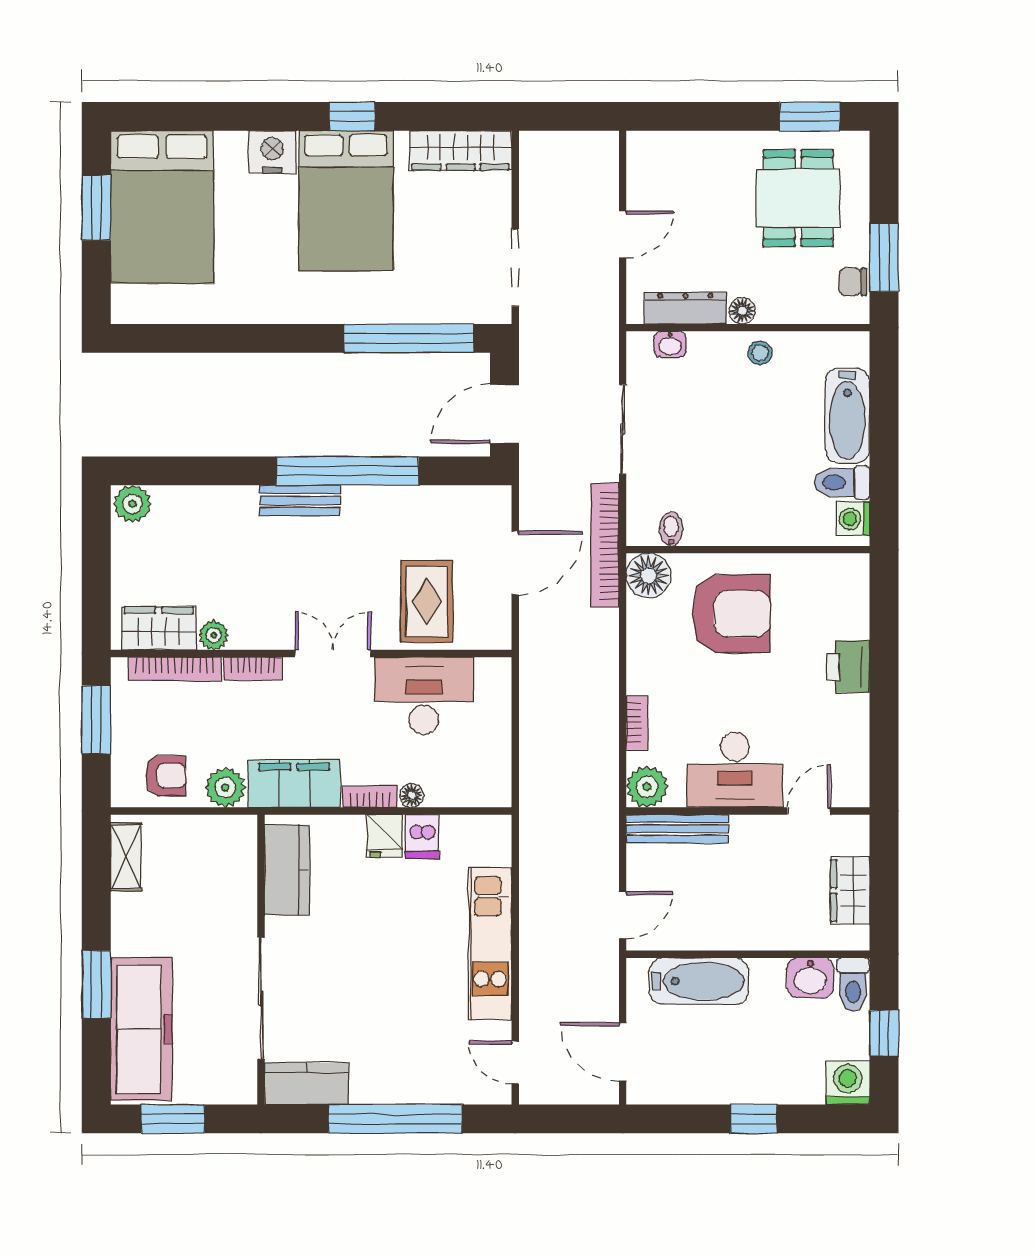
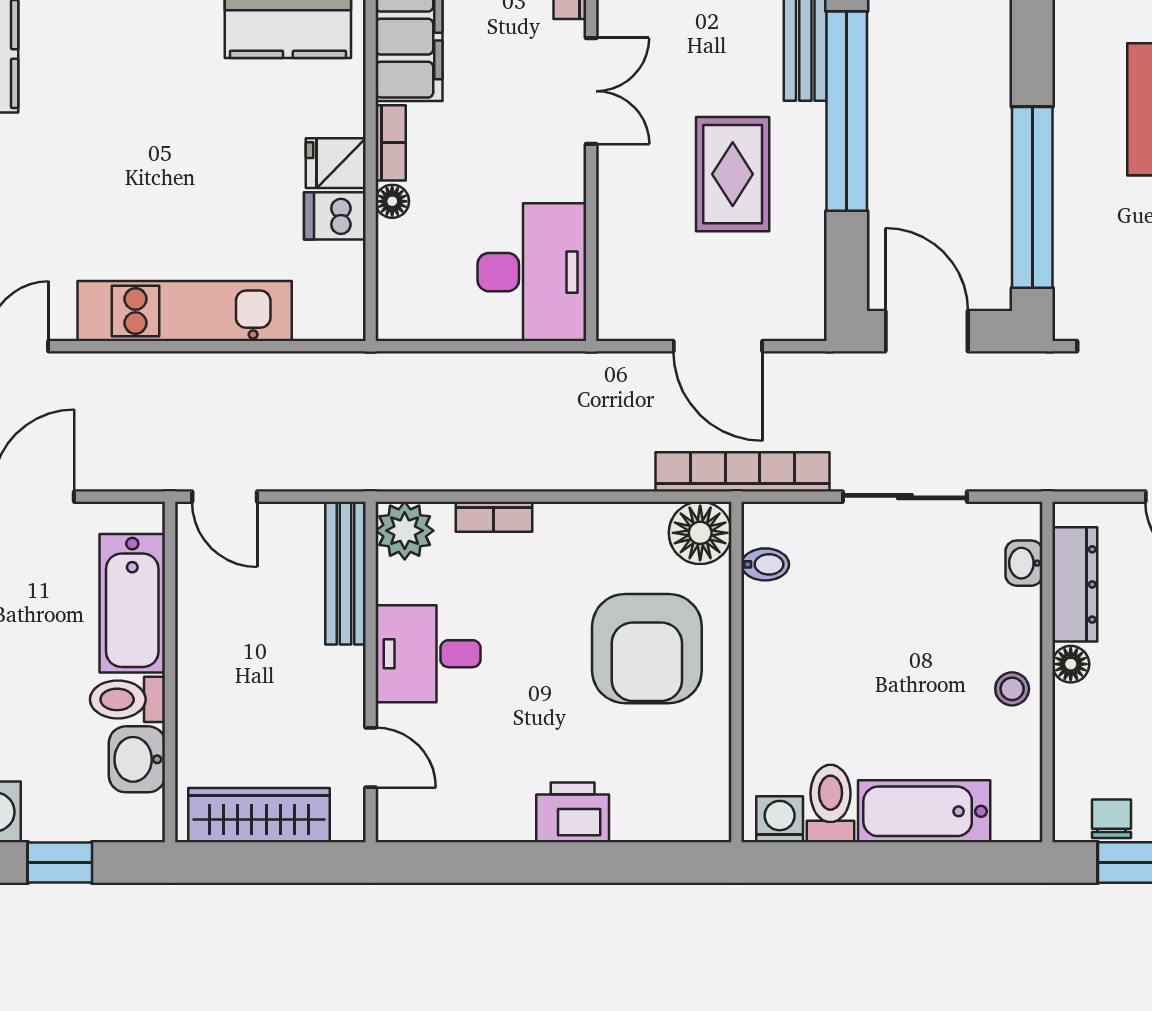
rug: (427, 601) -> (733, 174), moved, turned 90
desk: (424, 696) -> (532, 272), moved
desk: (735, 770) -> (428, 654), width x0.73
wardrobe: (850, 891) -> (259, 815), width x1.50
toilet: (853, 985) -> (128, 699), moved

